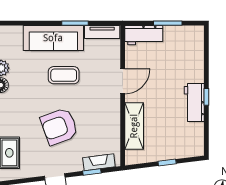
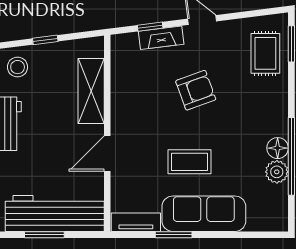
workbench: (144, 35) -> (55, 213), width x1.88, depth x1.32
armchair: (59, 127) -> (196, 90), width x0.73, depth x0.73
stool: (187, 143) -> (18, 67), added
fireplace: (99, 162) -> (161, 38), moved

